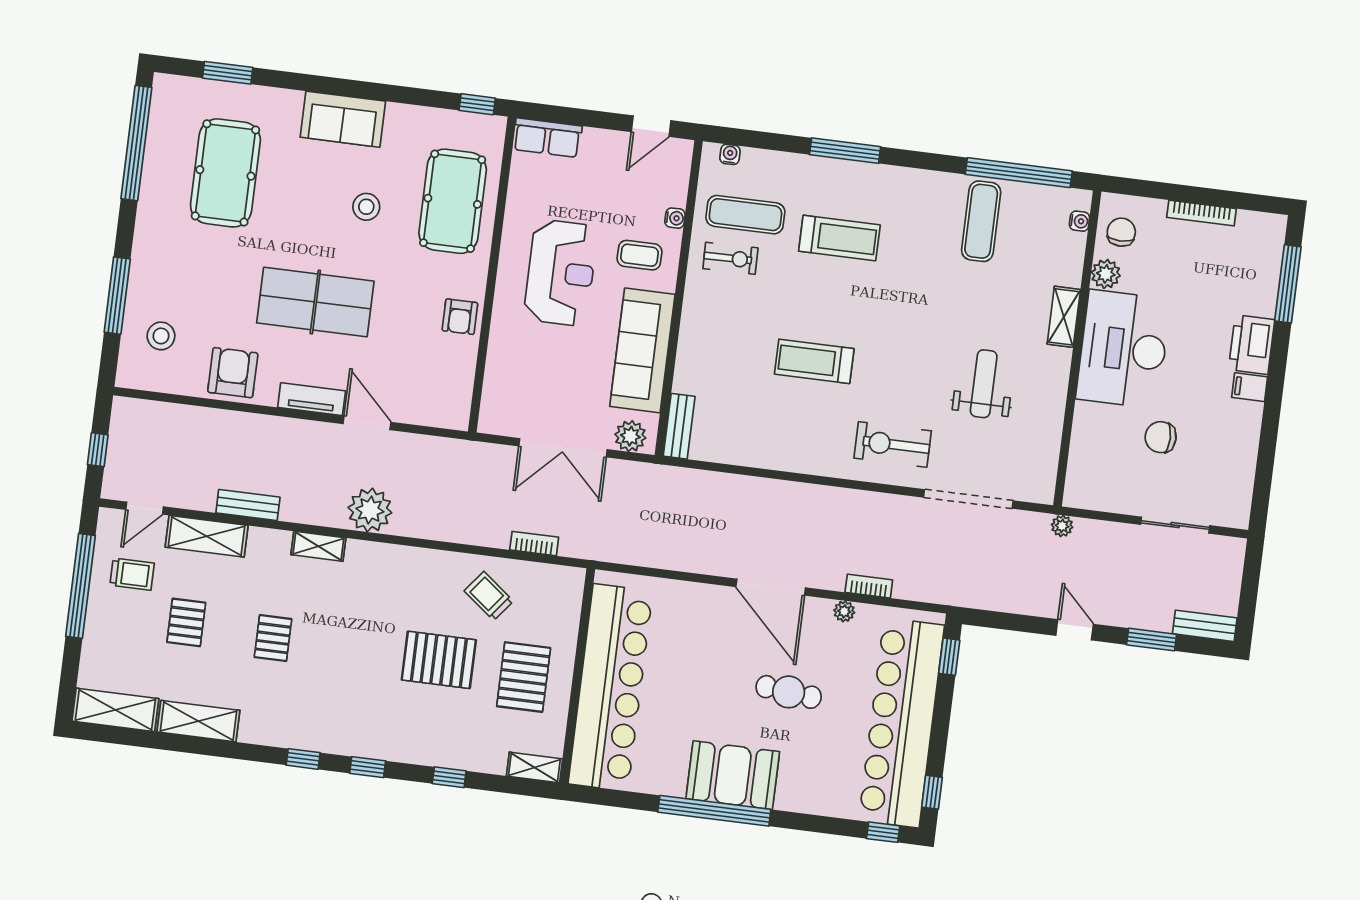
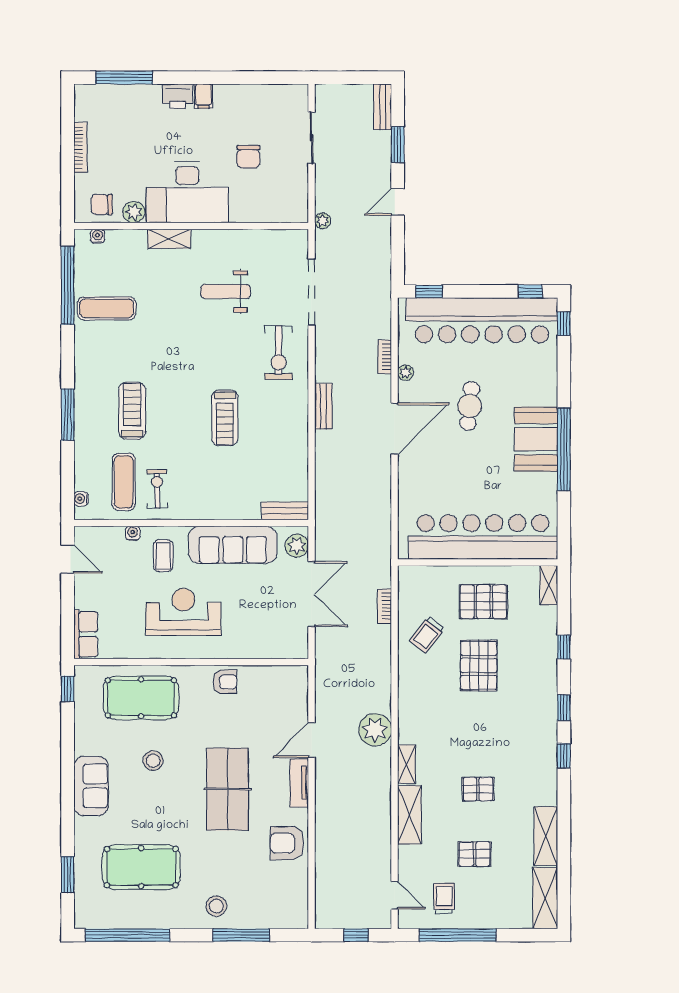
stool: (161, 336) -> (216, 906), moved
printer: (1252, 345) -> (178, 96), width x0.73, depth x0.84
bench: (248, 505) -> (323, 406), moved
shelving: (207, 536) -> (409, 815), moved

